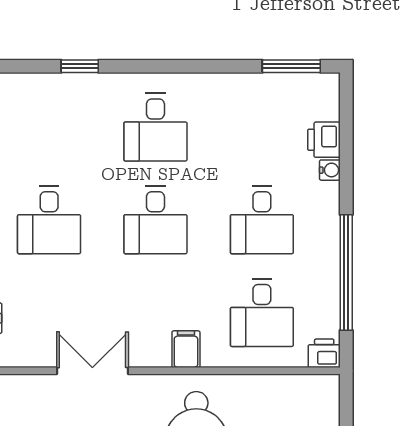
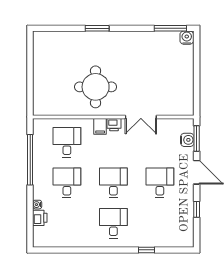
window: (291, 66) -> (54, 250), removed
printer: (324, 353) -> (114, 125), moved

